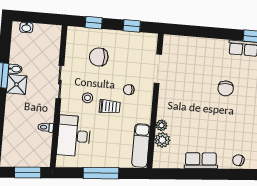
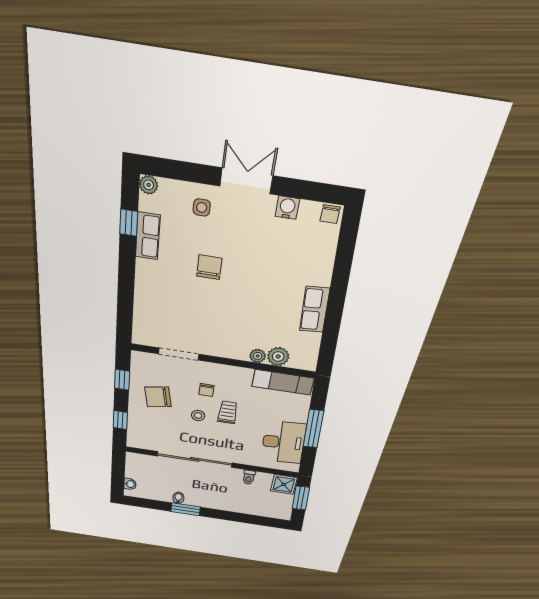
chair: (99, 57) -> (158, 397), moved, turned 80
sliding door: (60, 82) -> (195, 459), width x1.86
shower: (17, 84) -> (284, 484), moved
chair: (226, 88) -> (209, 267), turned -90
stool: (87, 98) -> (198, 416), moved
desk: (74, 136) -> (283, 442), moved, turned -94
chair: (238, 160) -> (322, 256), removed

